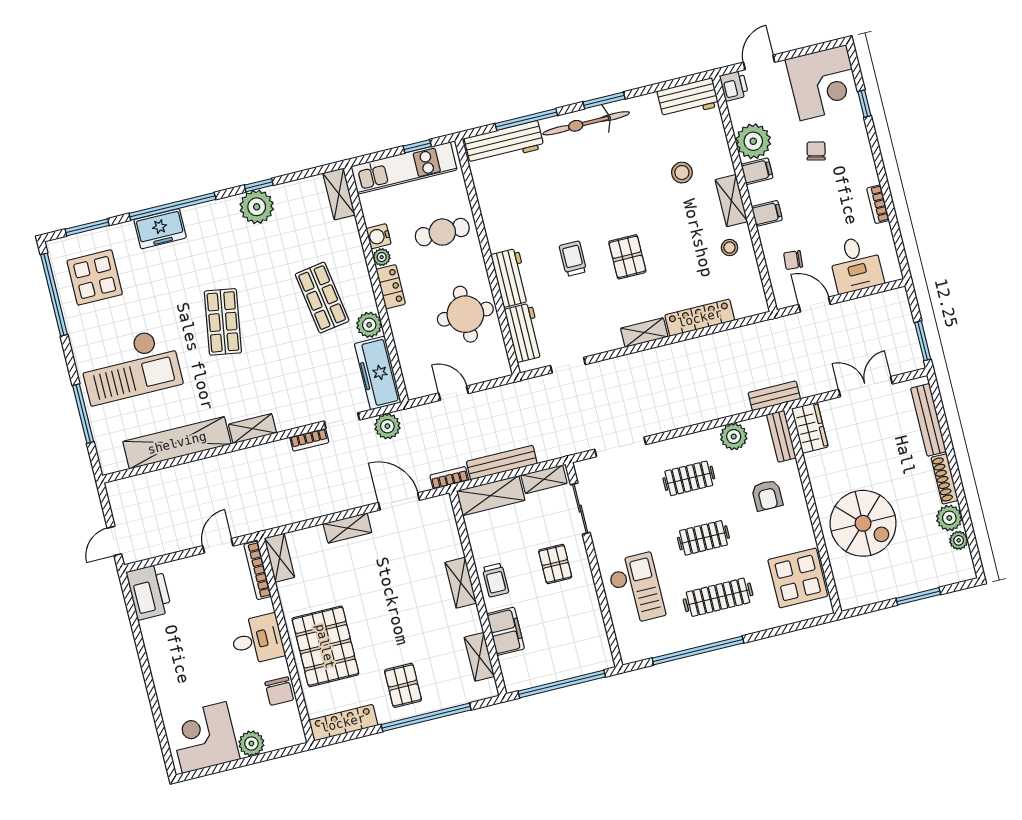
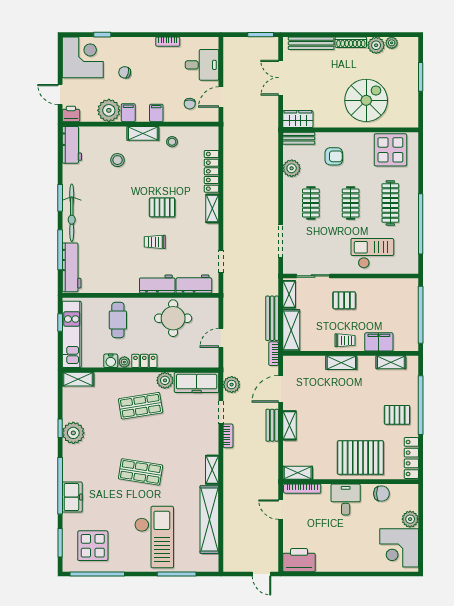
bench: (774, 396) -> (272, 425), moved

